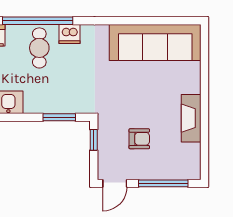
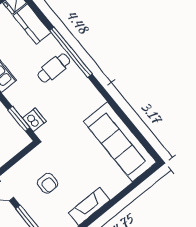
dishwasher: (70, 34) -> (34, 120), moved, turned 180
window: (94, 140) -> (22, 154), removed

